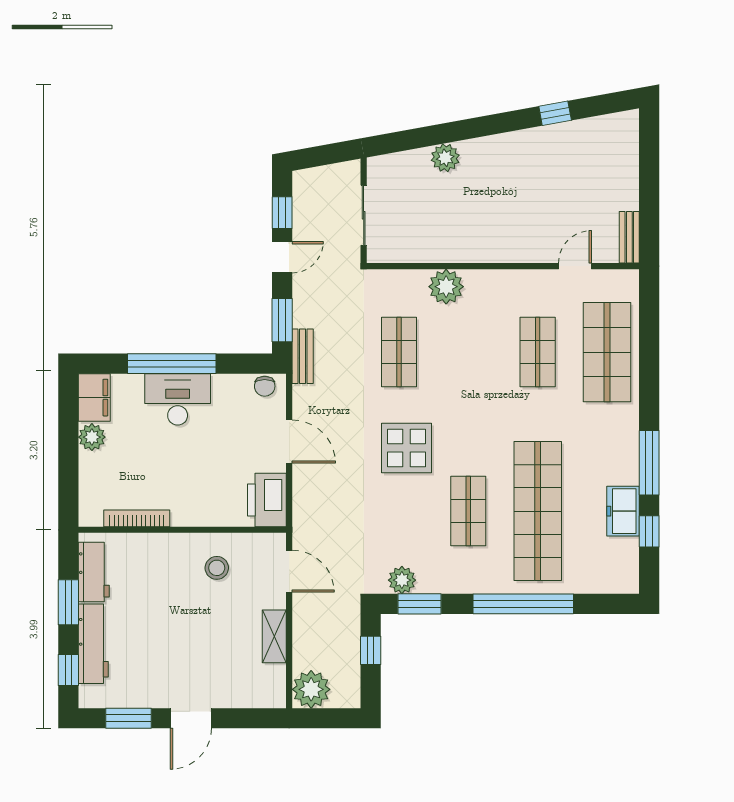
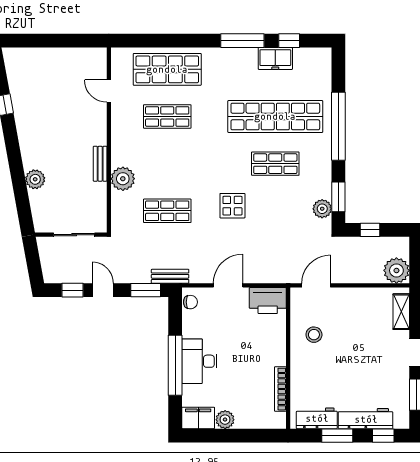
bench: (629, 237) -> (100, 164), moved, turned 90
display table: (406, 448) -> (232, 206), width x0.73, depth x0.73
shelving: (274, 636) -> (401, 312), moved, turned 90

